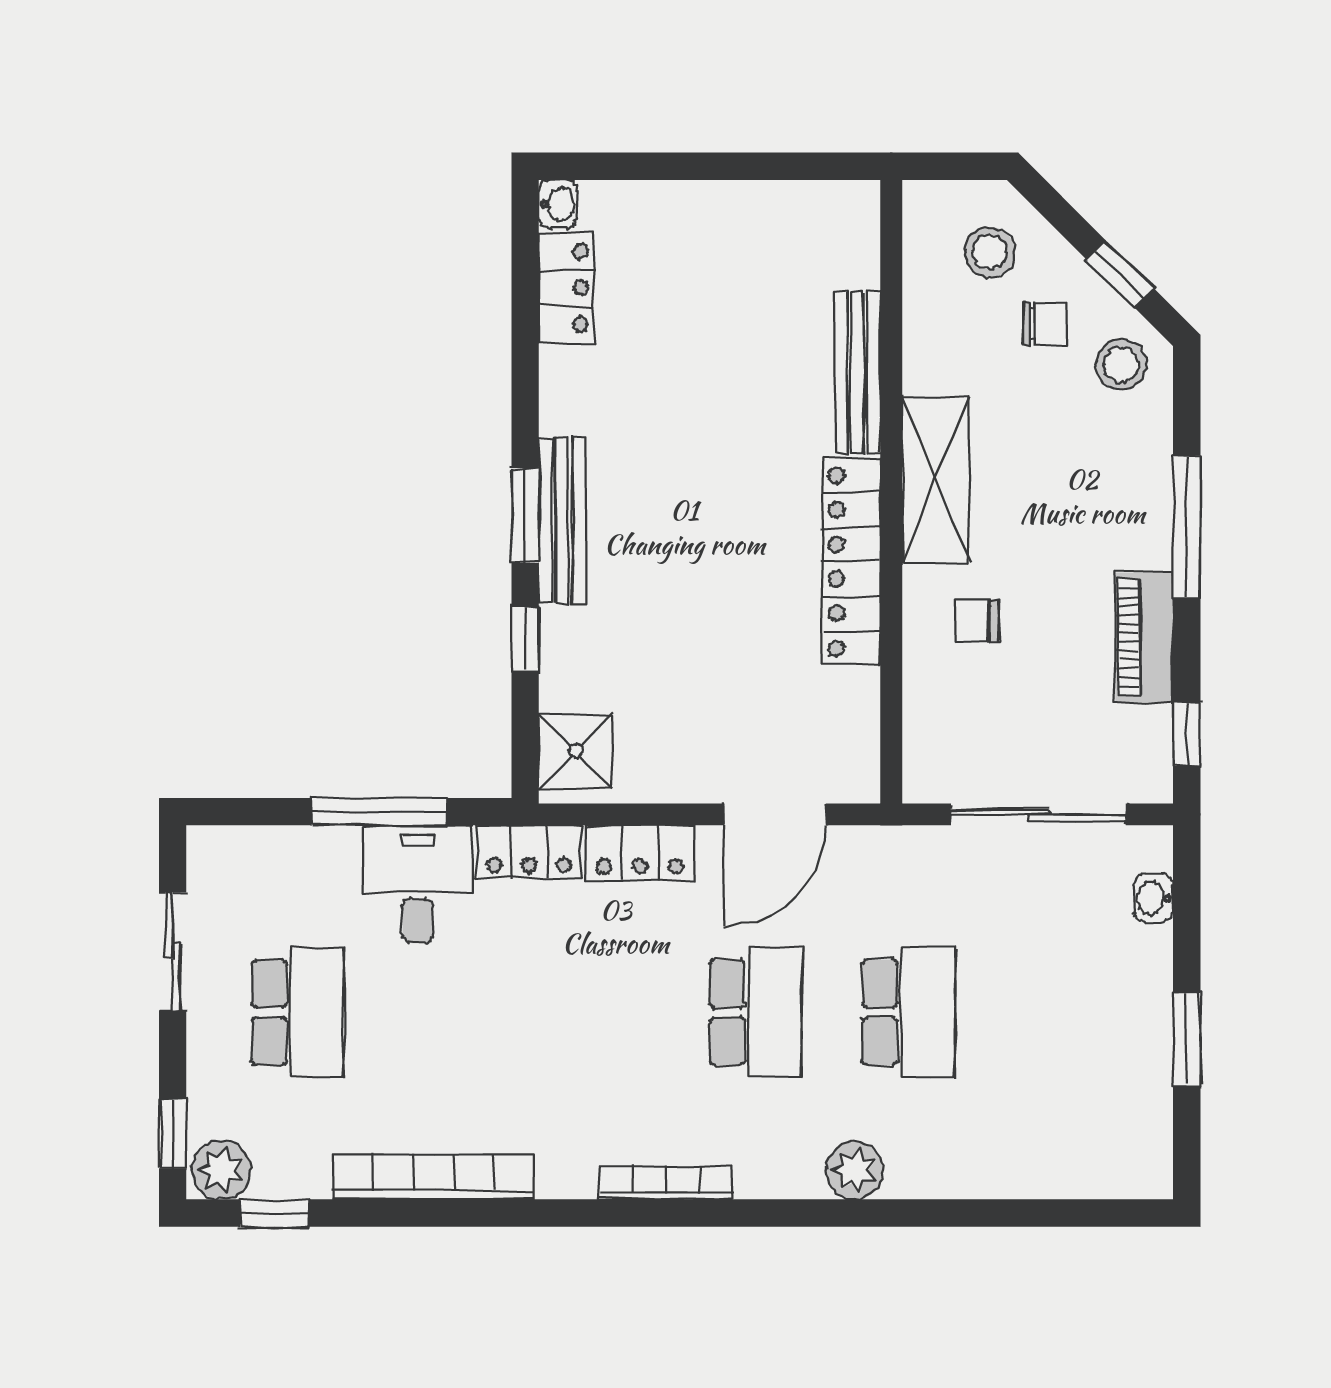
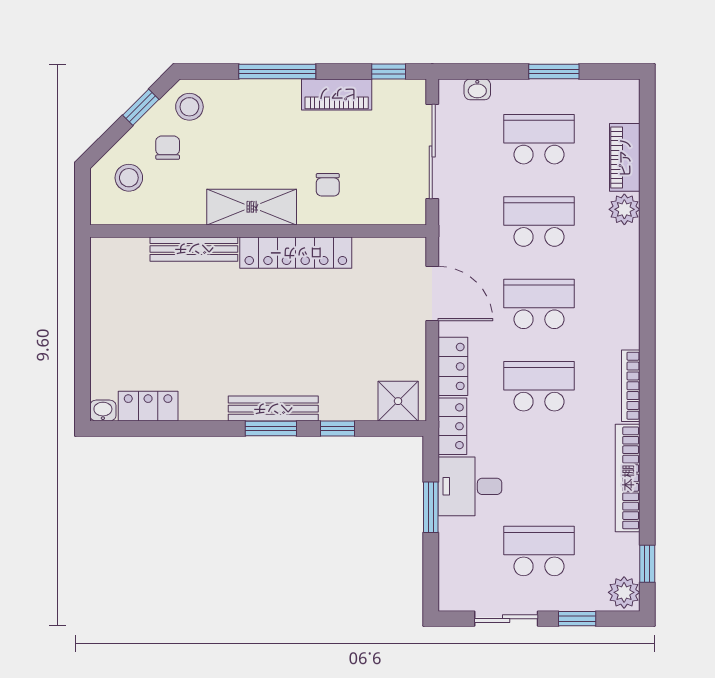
window: (379, 812) -> (431, 507), width x0.69
school desk: (603, 1012) -> (539, 386), added
school desk: (1061, 1012) -> (539, 139), added
window: (173, 1134) -> (577, 619), moved
plant: (855, 1171) -> (624, 209), moved
piano: (1027, 1171) -> (625, 157), added
bookcase: (666, 1182) -> (631, 386), moved

